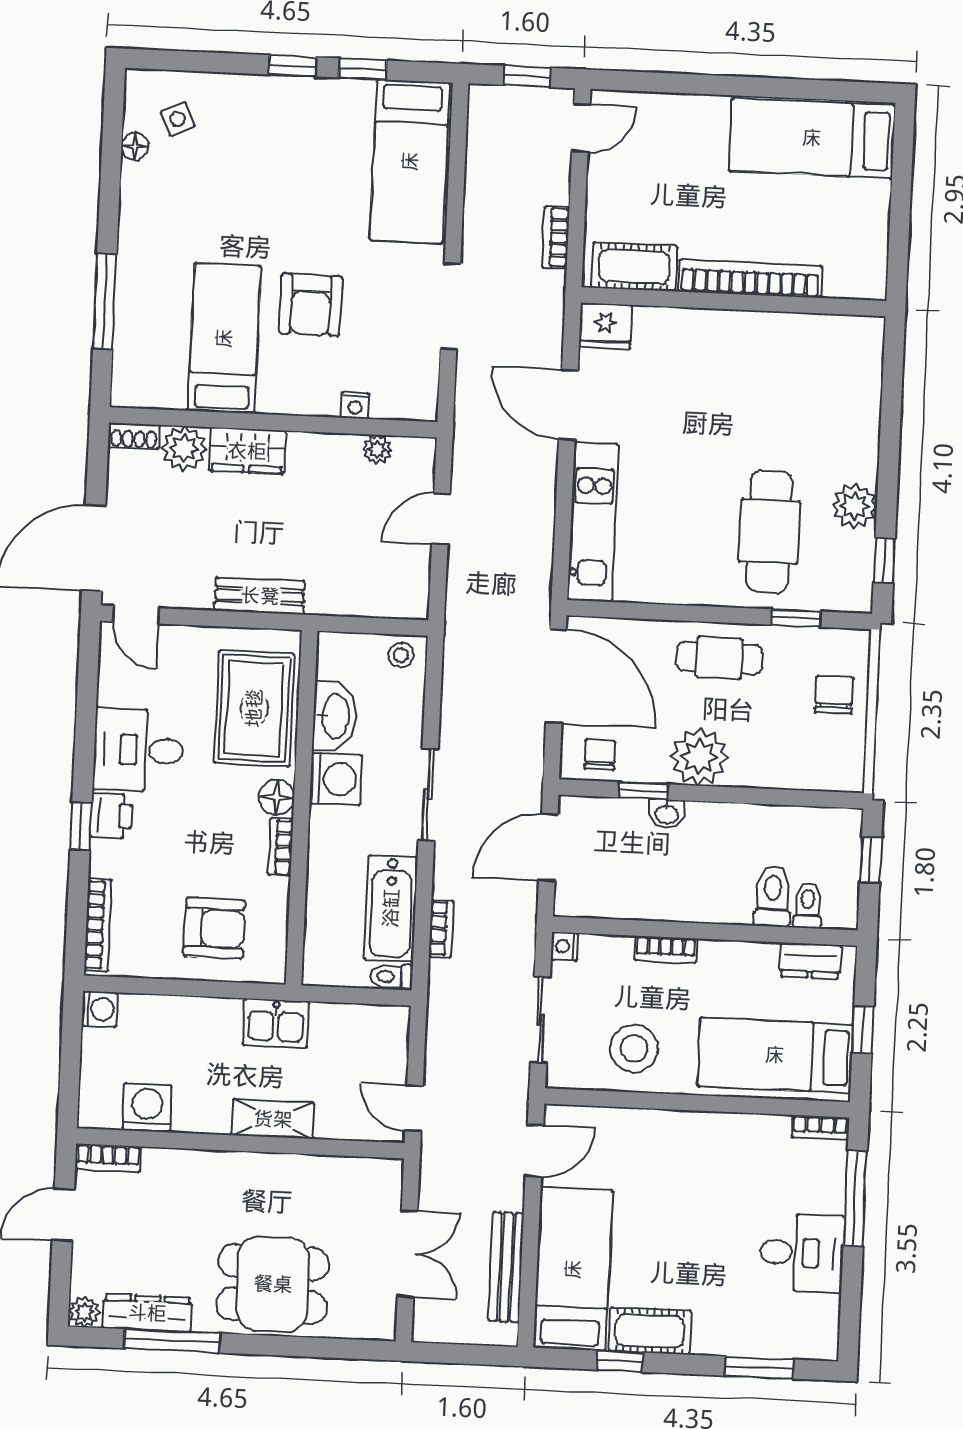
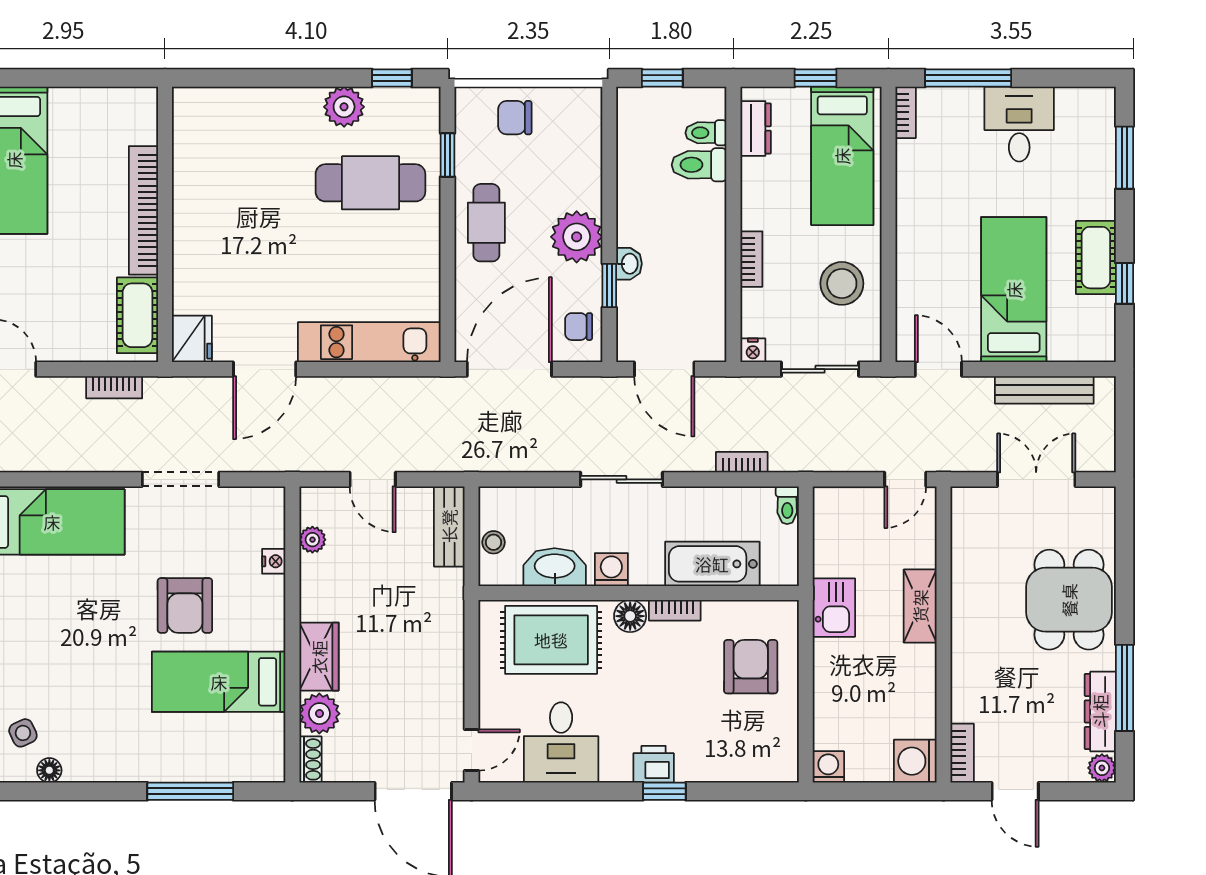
armchair: (311, 305) -> (185, 605), turned 90
bench: (260, 596) -> (449, 526), moved
stool: (401, 655) -> (493, 542), moved
desk: (138, 750) -> (561, 742), moved
washing machine: (336, 779) -> (611, 570), width x0.73, depth x0.73
bathtub: (391, 908) -> (712, 564), moved, turned 180
bookcase: (98, 925) -> (753, 772), removed
washing machine: (147, 1108) -> (915, 761), moved
bed: (573, 1269) -> (1014, 290), moved, turned 90

